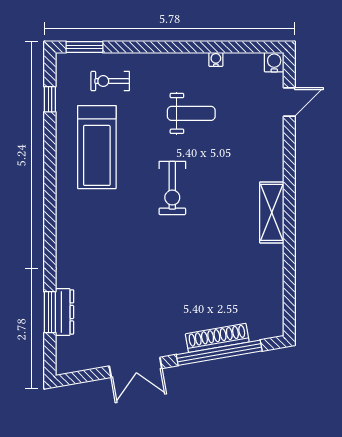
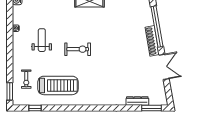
window: (50, 312) -> (152, 108), moved
shoe rack: (217, 338) -> (152, 41), moved

